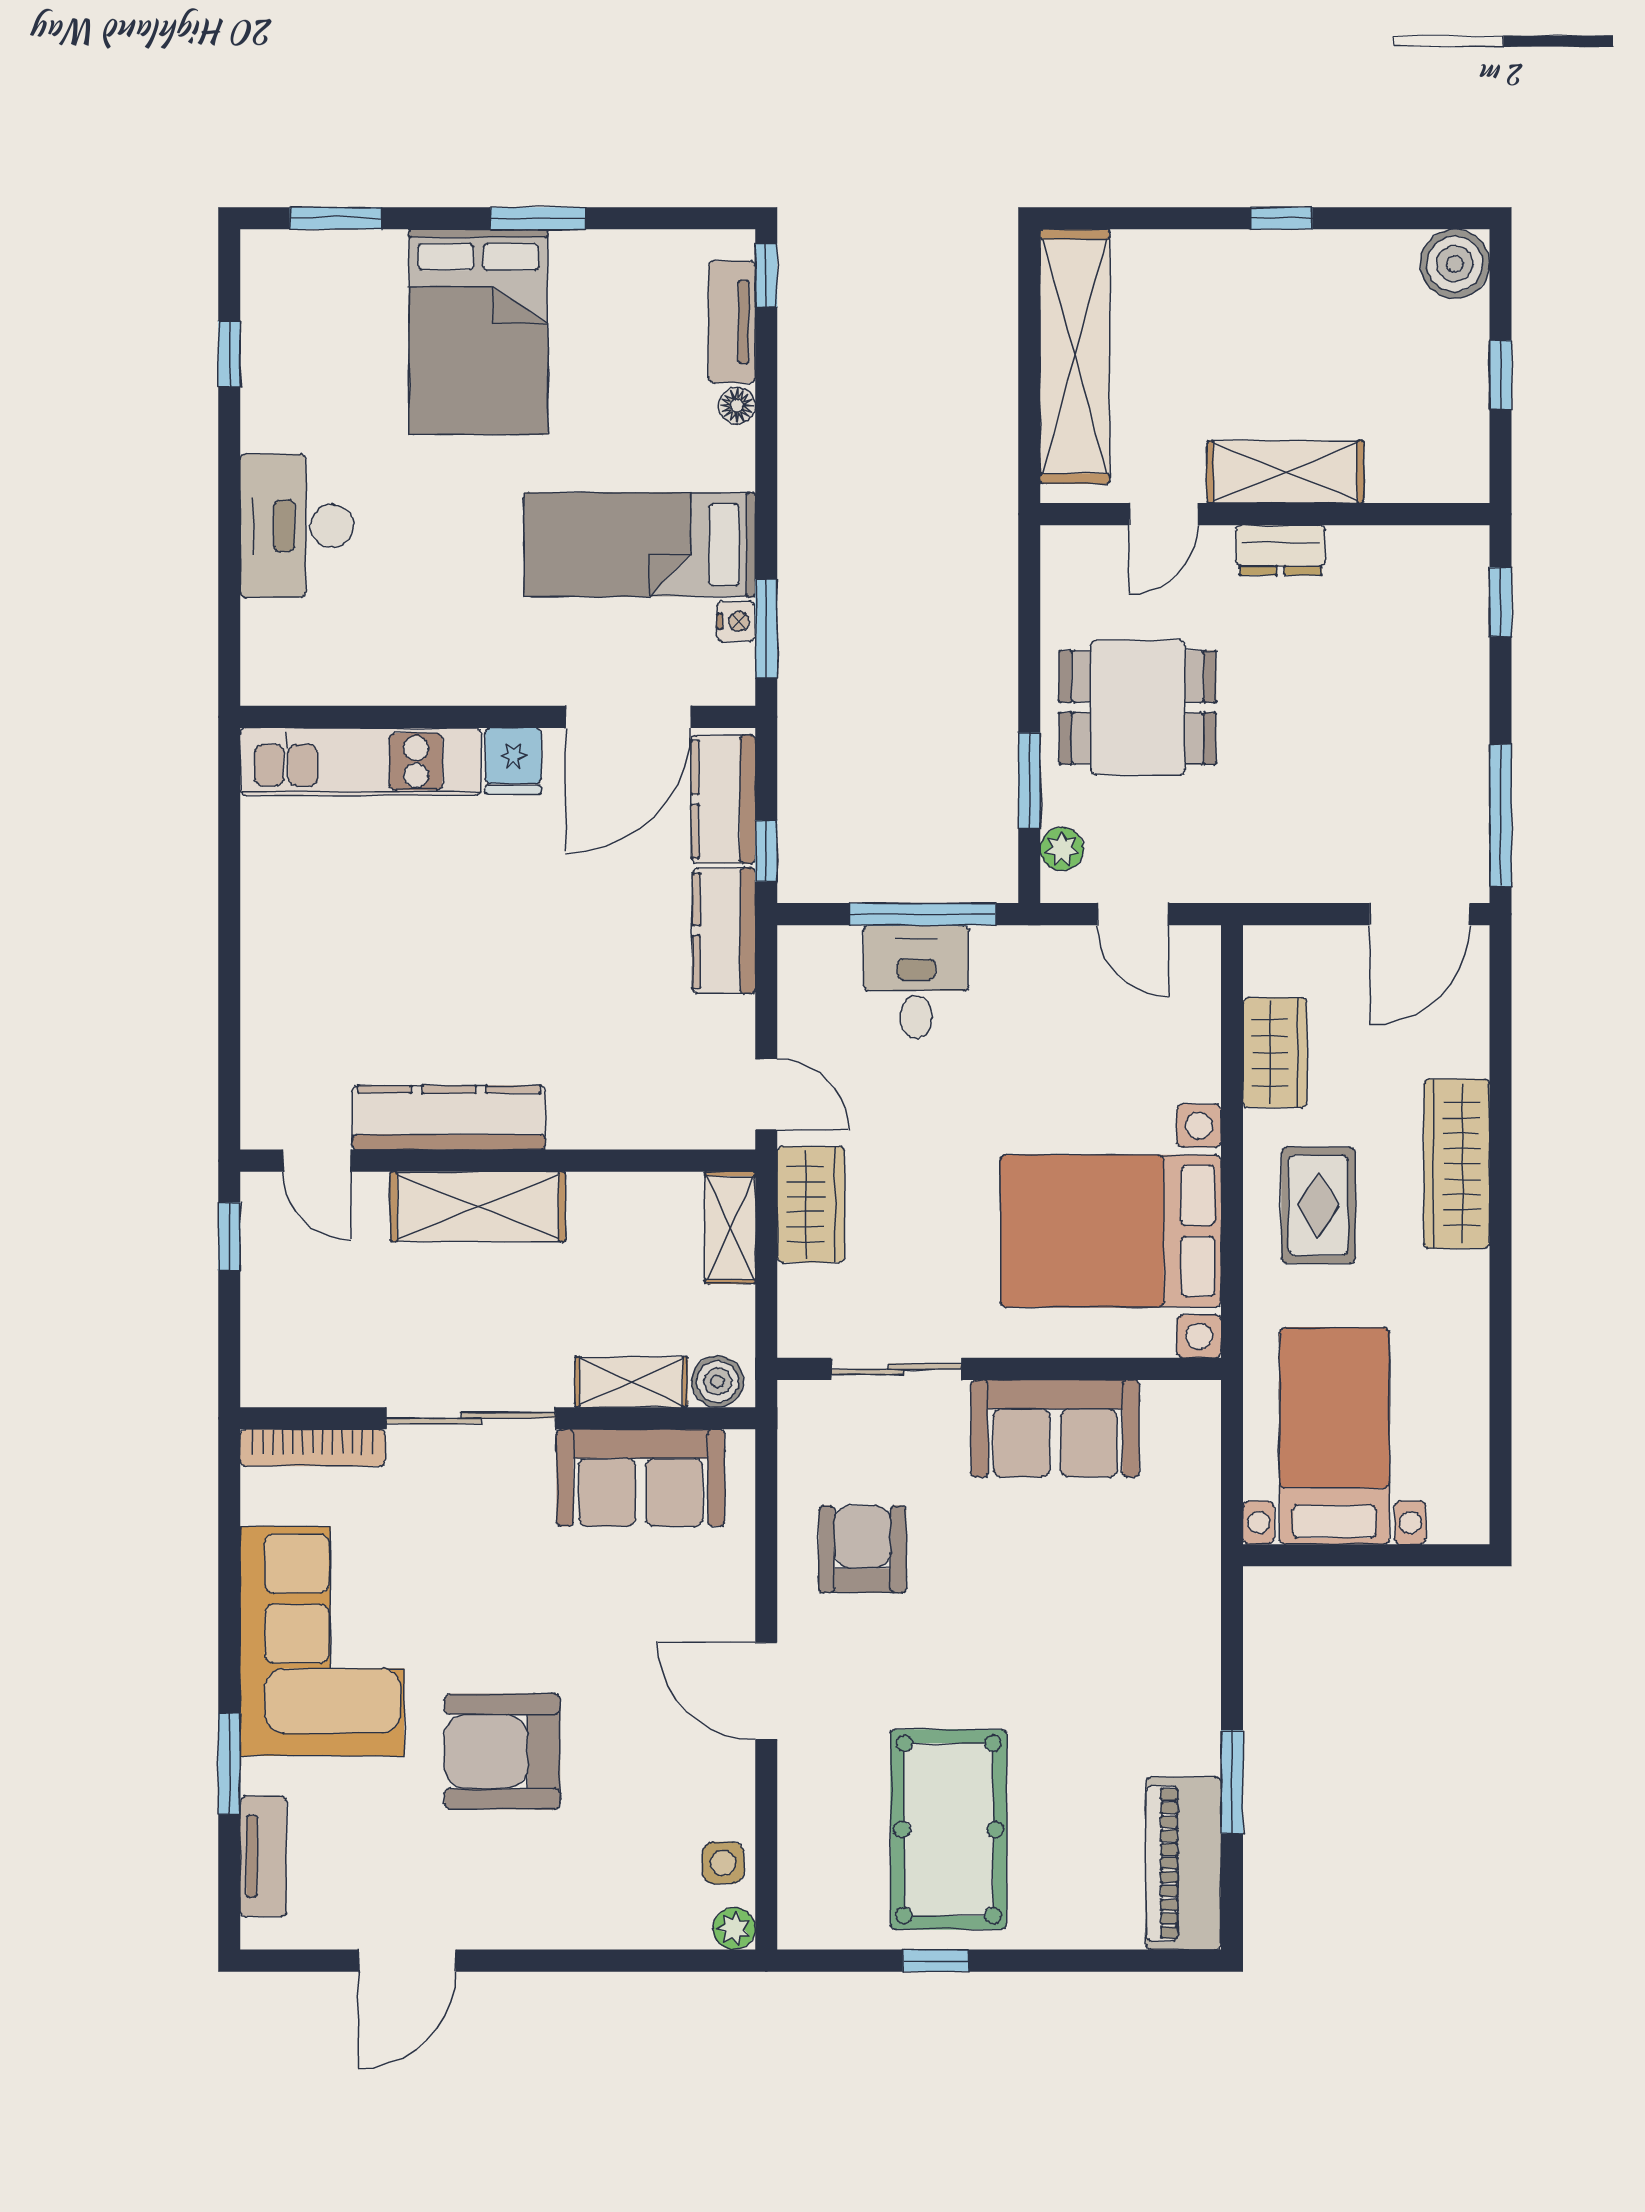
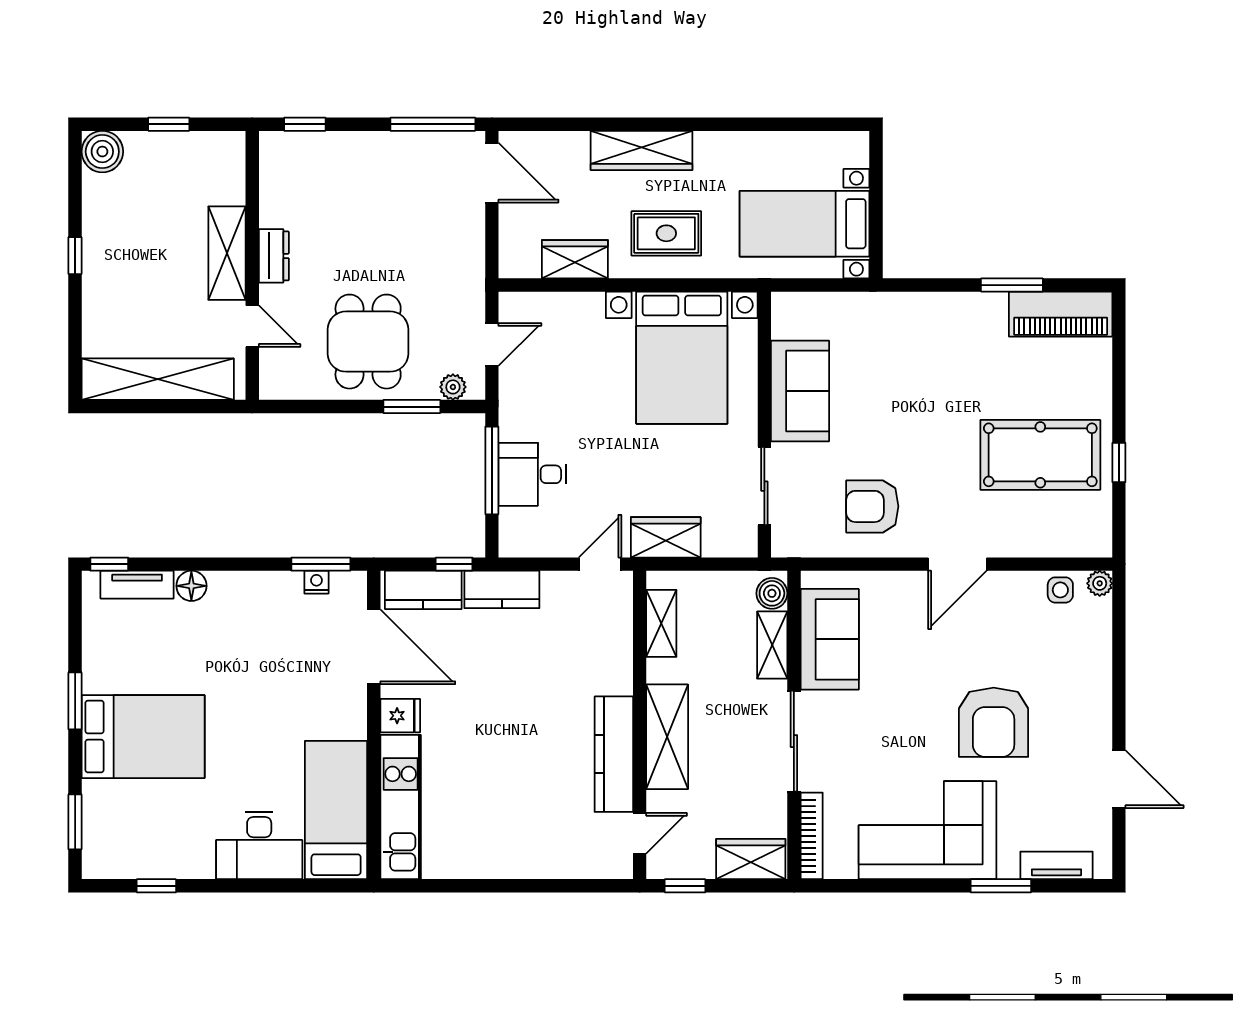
floor lamp: (737, 406) -> (191, 586), width x1.37, depth x1.37
bed: (640, 545) -> (336, 810), moved, turned 180
shelving: (730, 1228) -> (661, 623), moved, turned 90
wardrobe: (274, 1346) -> (751, 859), added

